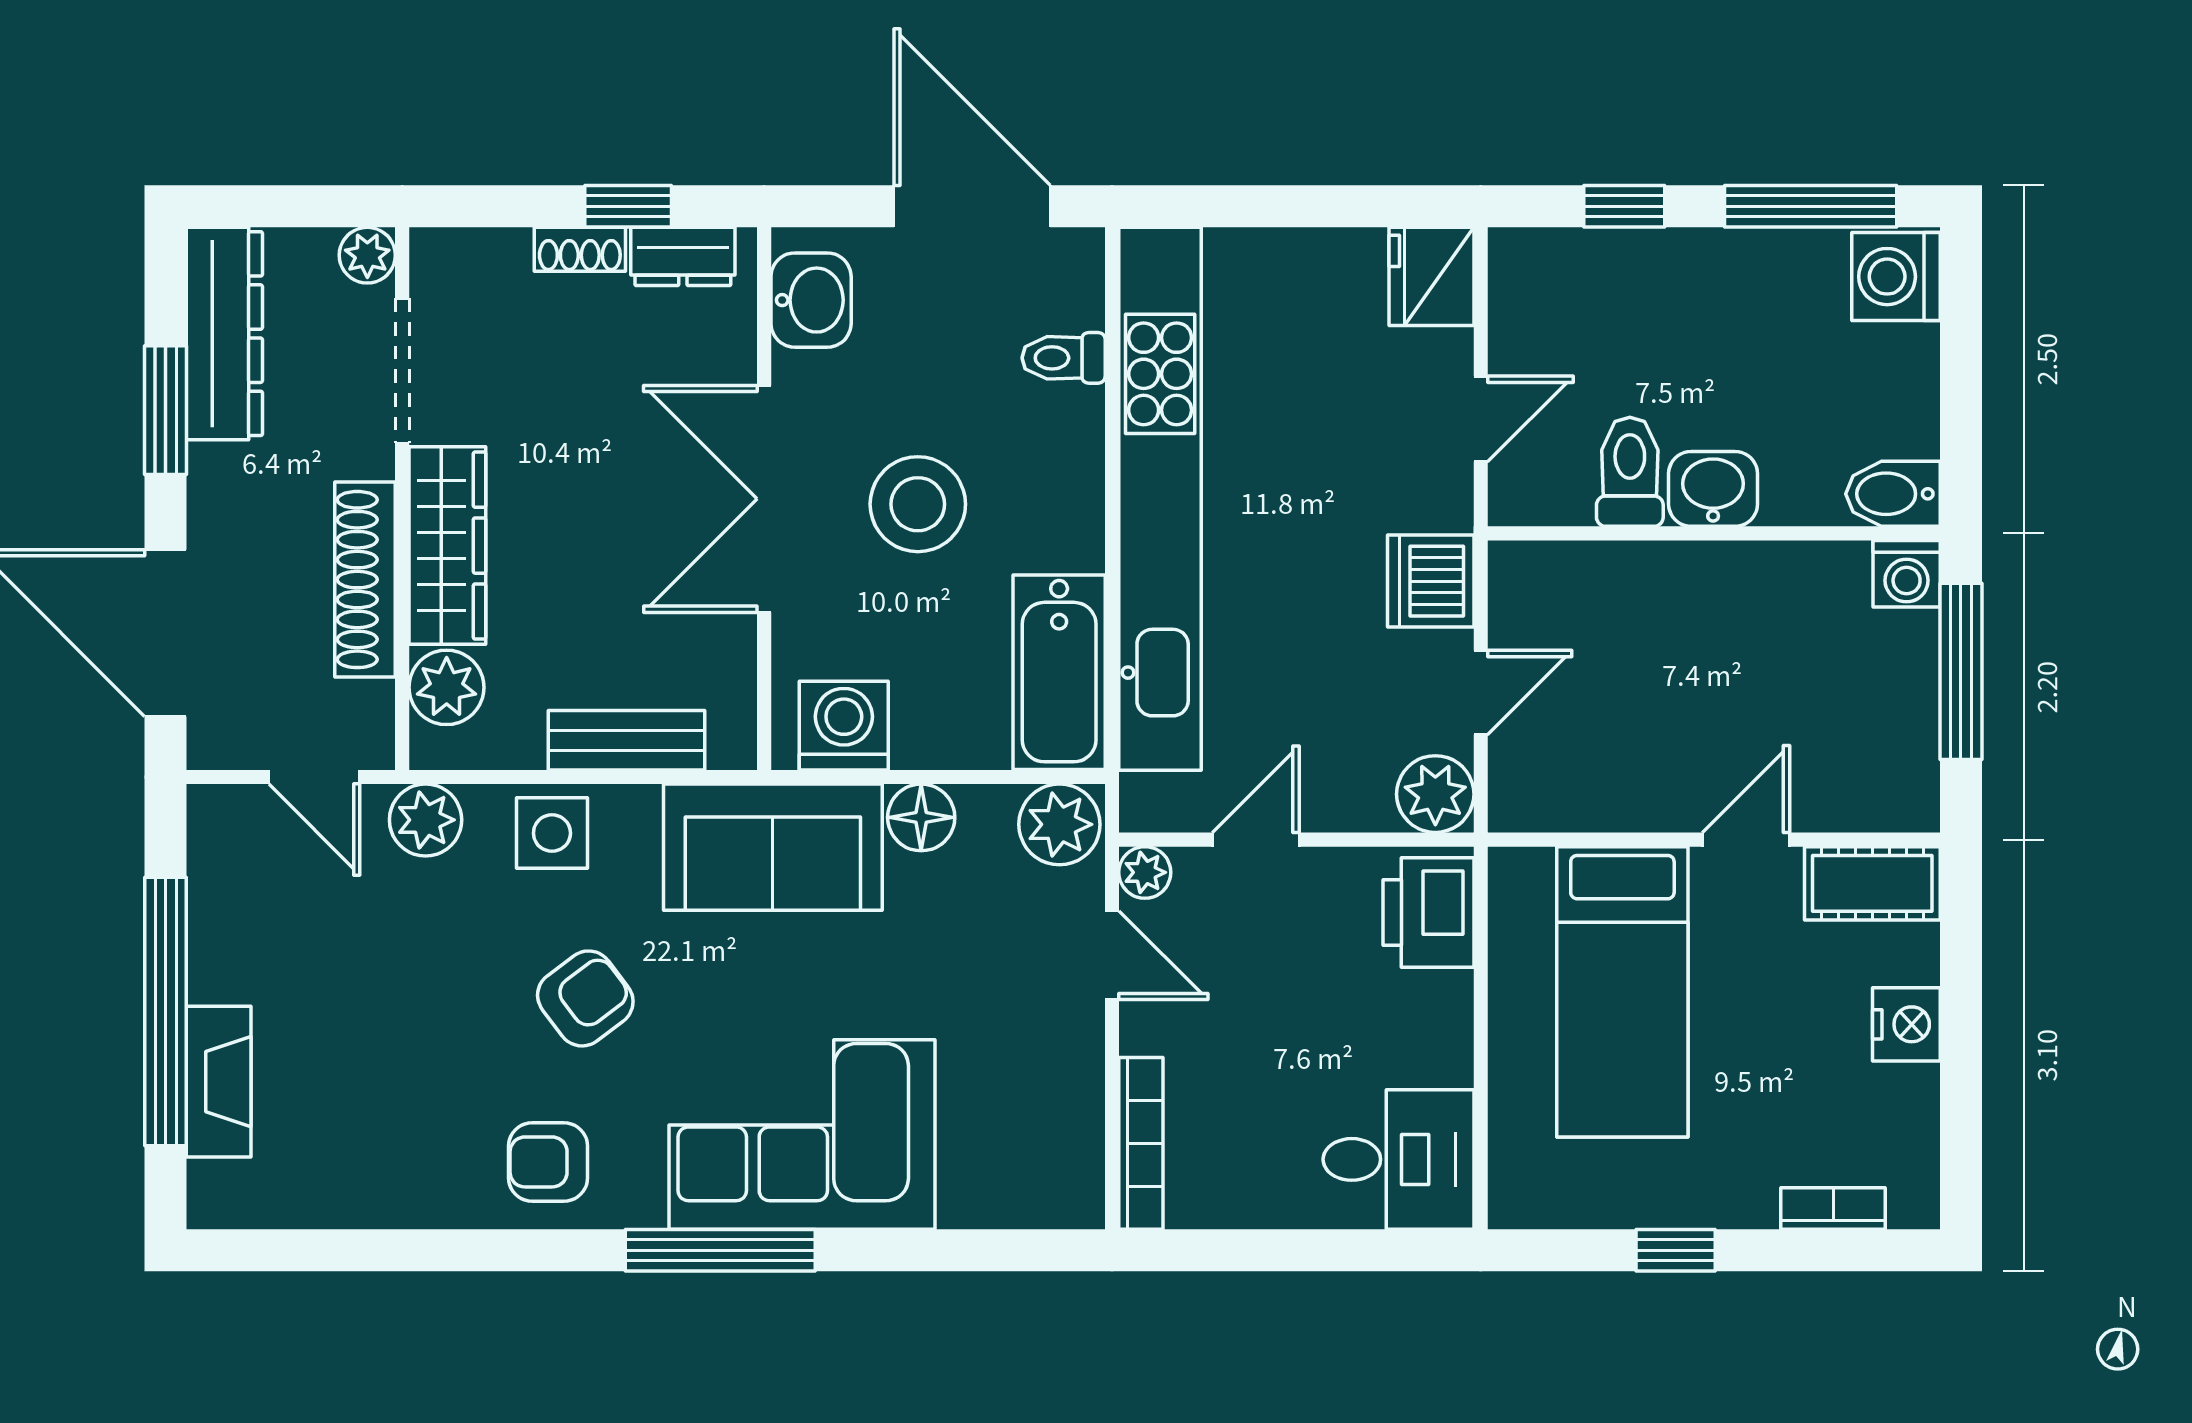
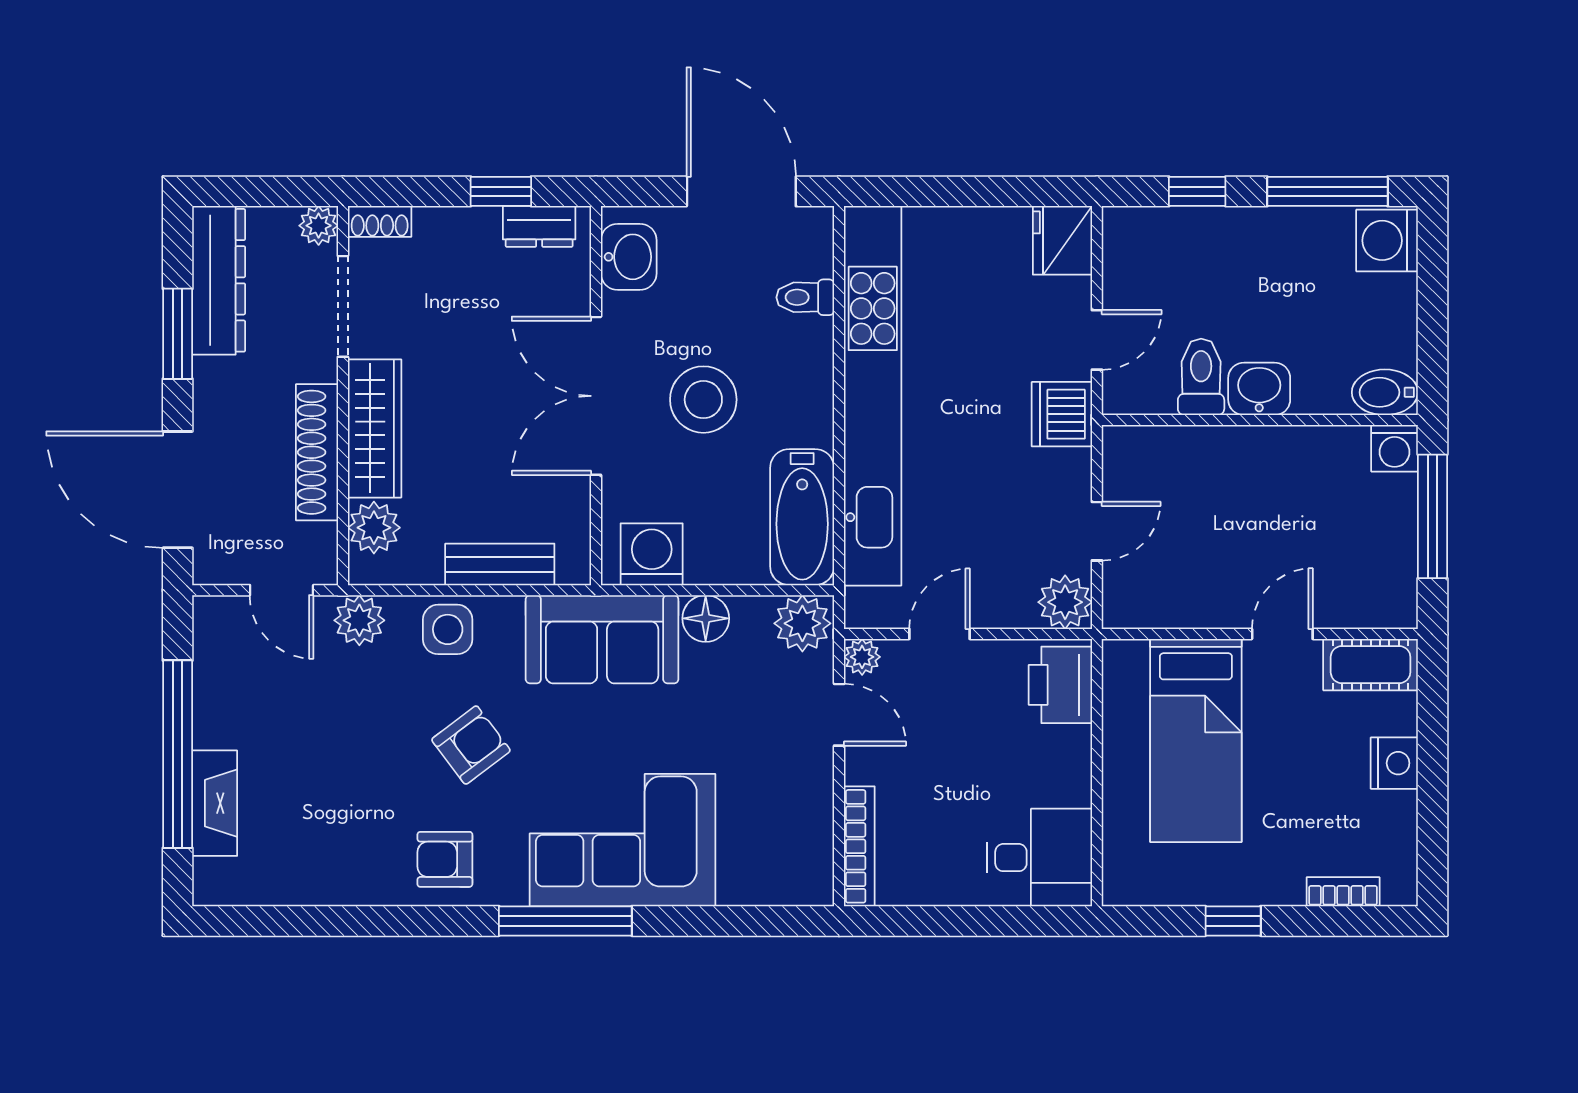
shoe rack: (580, 249) -> (380, 221), moved
dishwasher: (1431, 581) -> (1062, 414), moved

